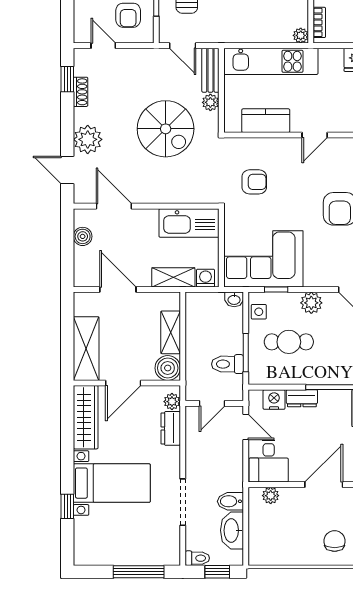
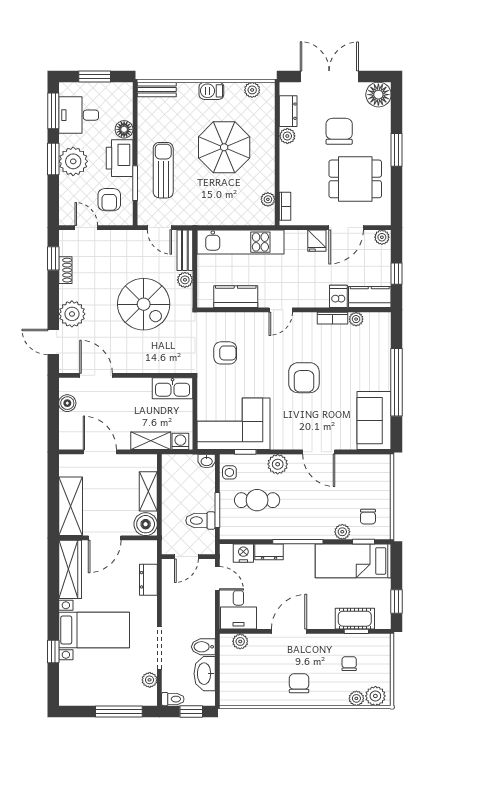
plant: (301, 35) -> (268, 199), moved
kitchen sink: (189, 223) -> (173, 388), width x0.73, depth x0.81
plant: (172, 402) -> (150, 680), moved

